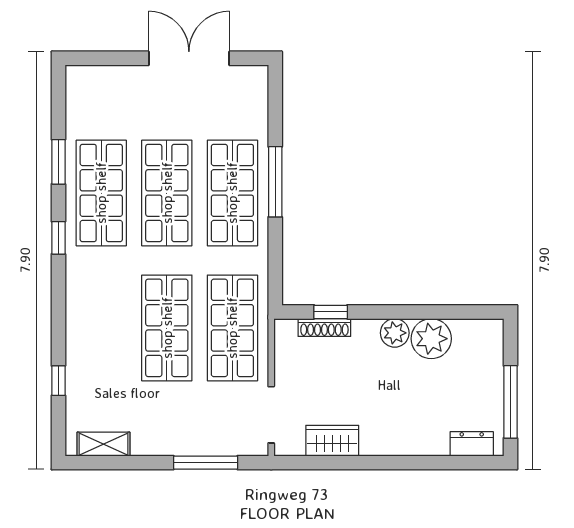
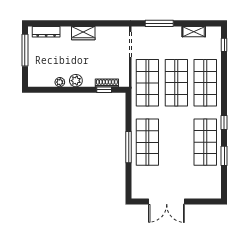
shop shelf: (167, 193) -> (205, 83), moved
plant: (431, 339) -> (60, 82), width x0.53, depth x0.53
window: (58, 381) -> (224, 45), moved
wardrobe: (332, 441) -> (83, 33), moved
shelving: (103, 444) -> (194, 32), moved
dresser: (472, 444) -> (46, 32), width x1.44

